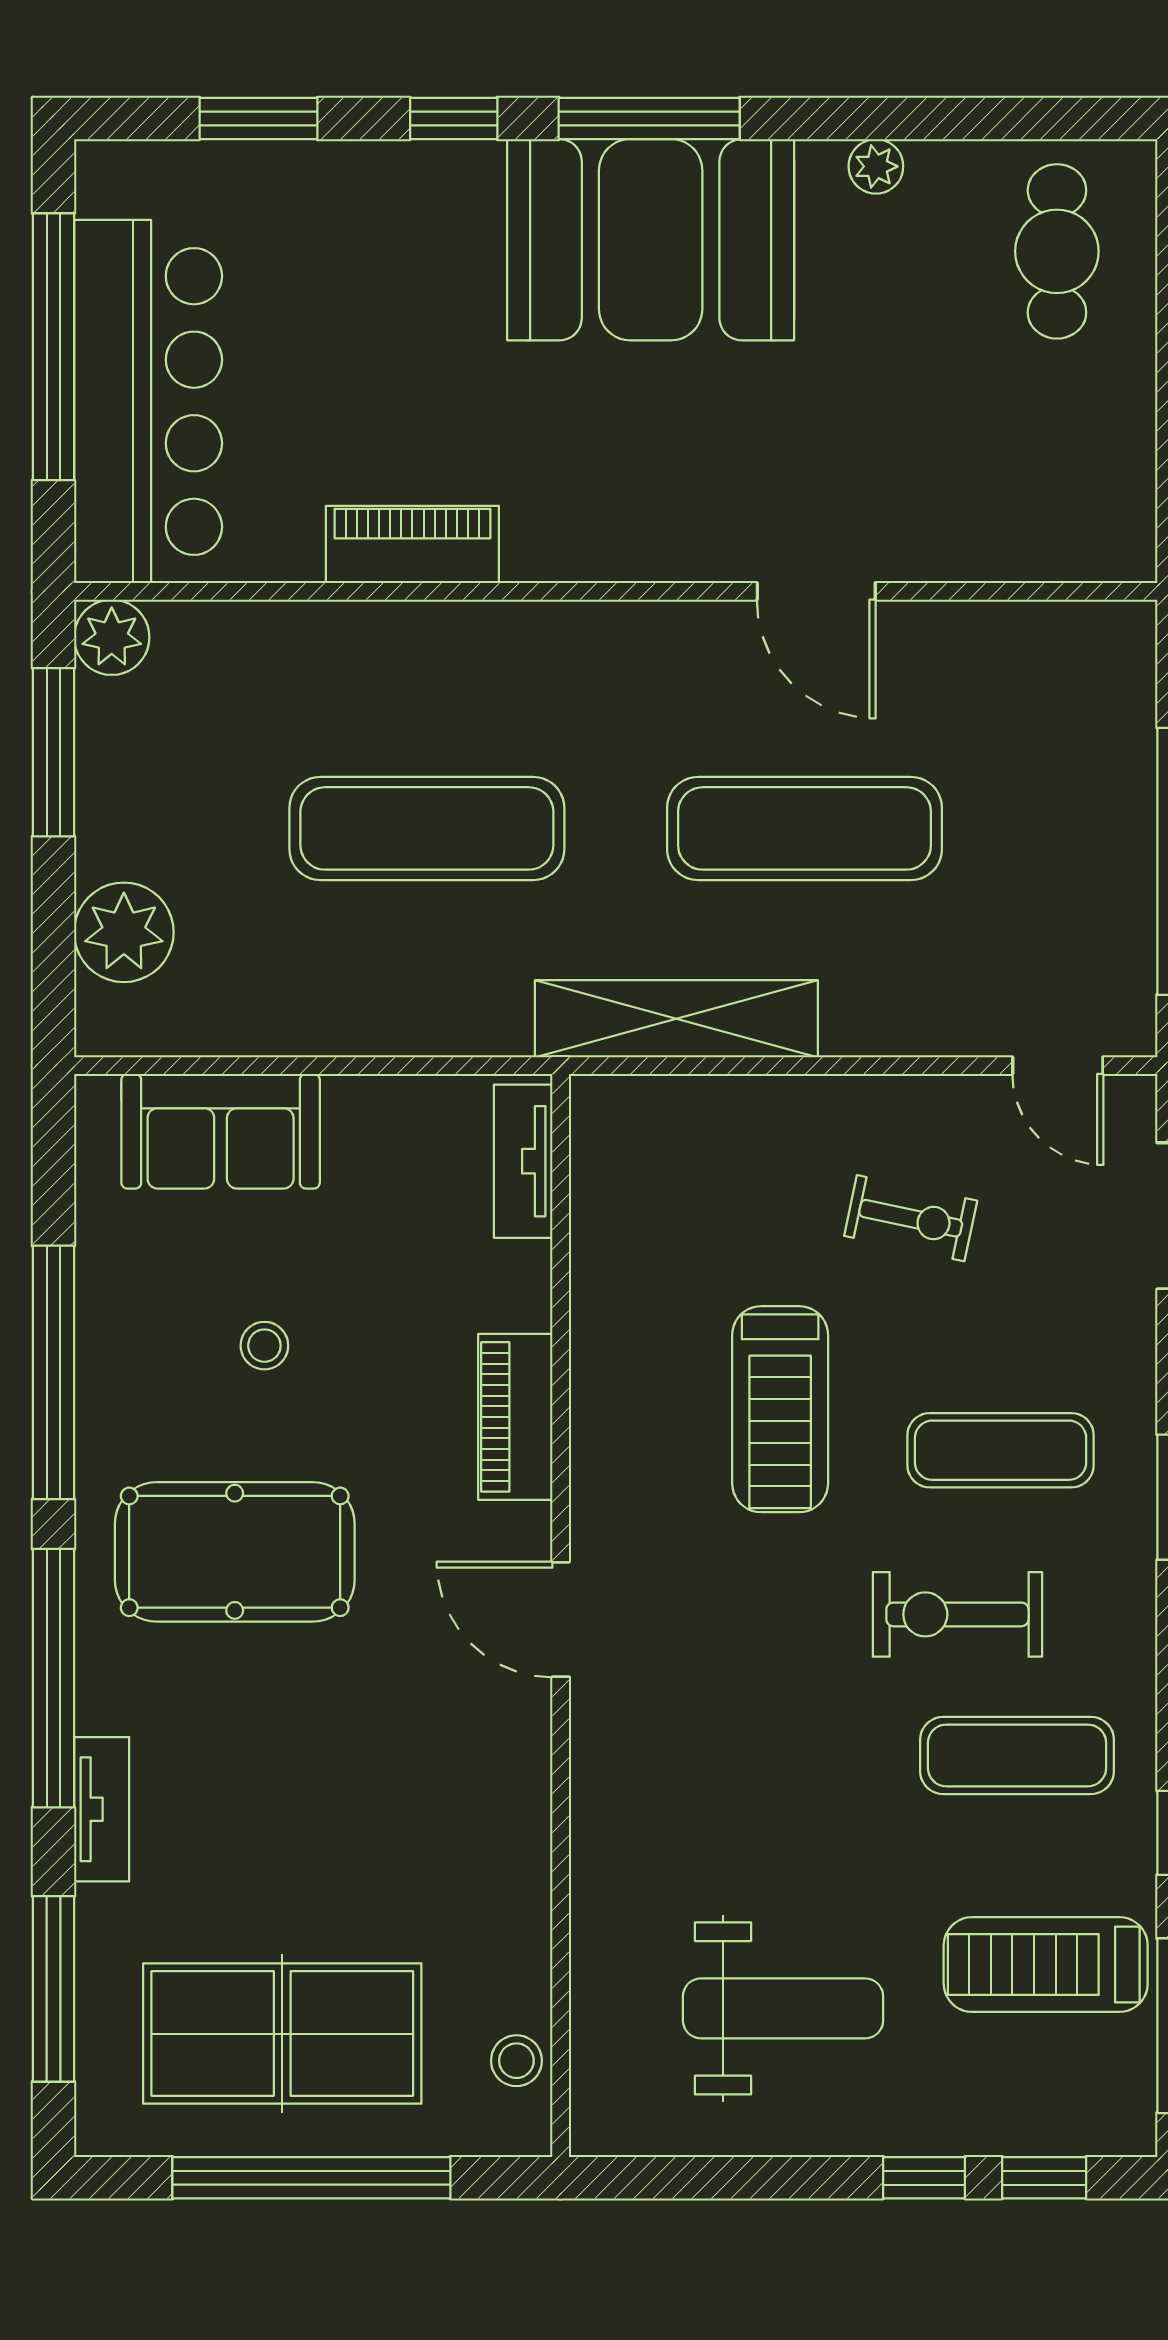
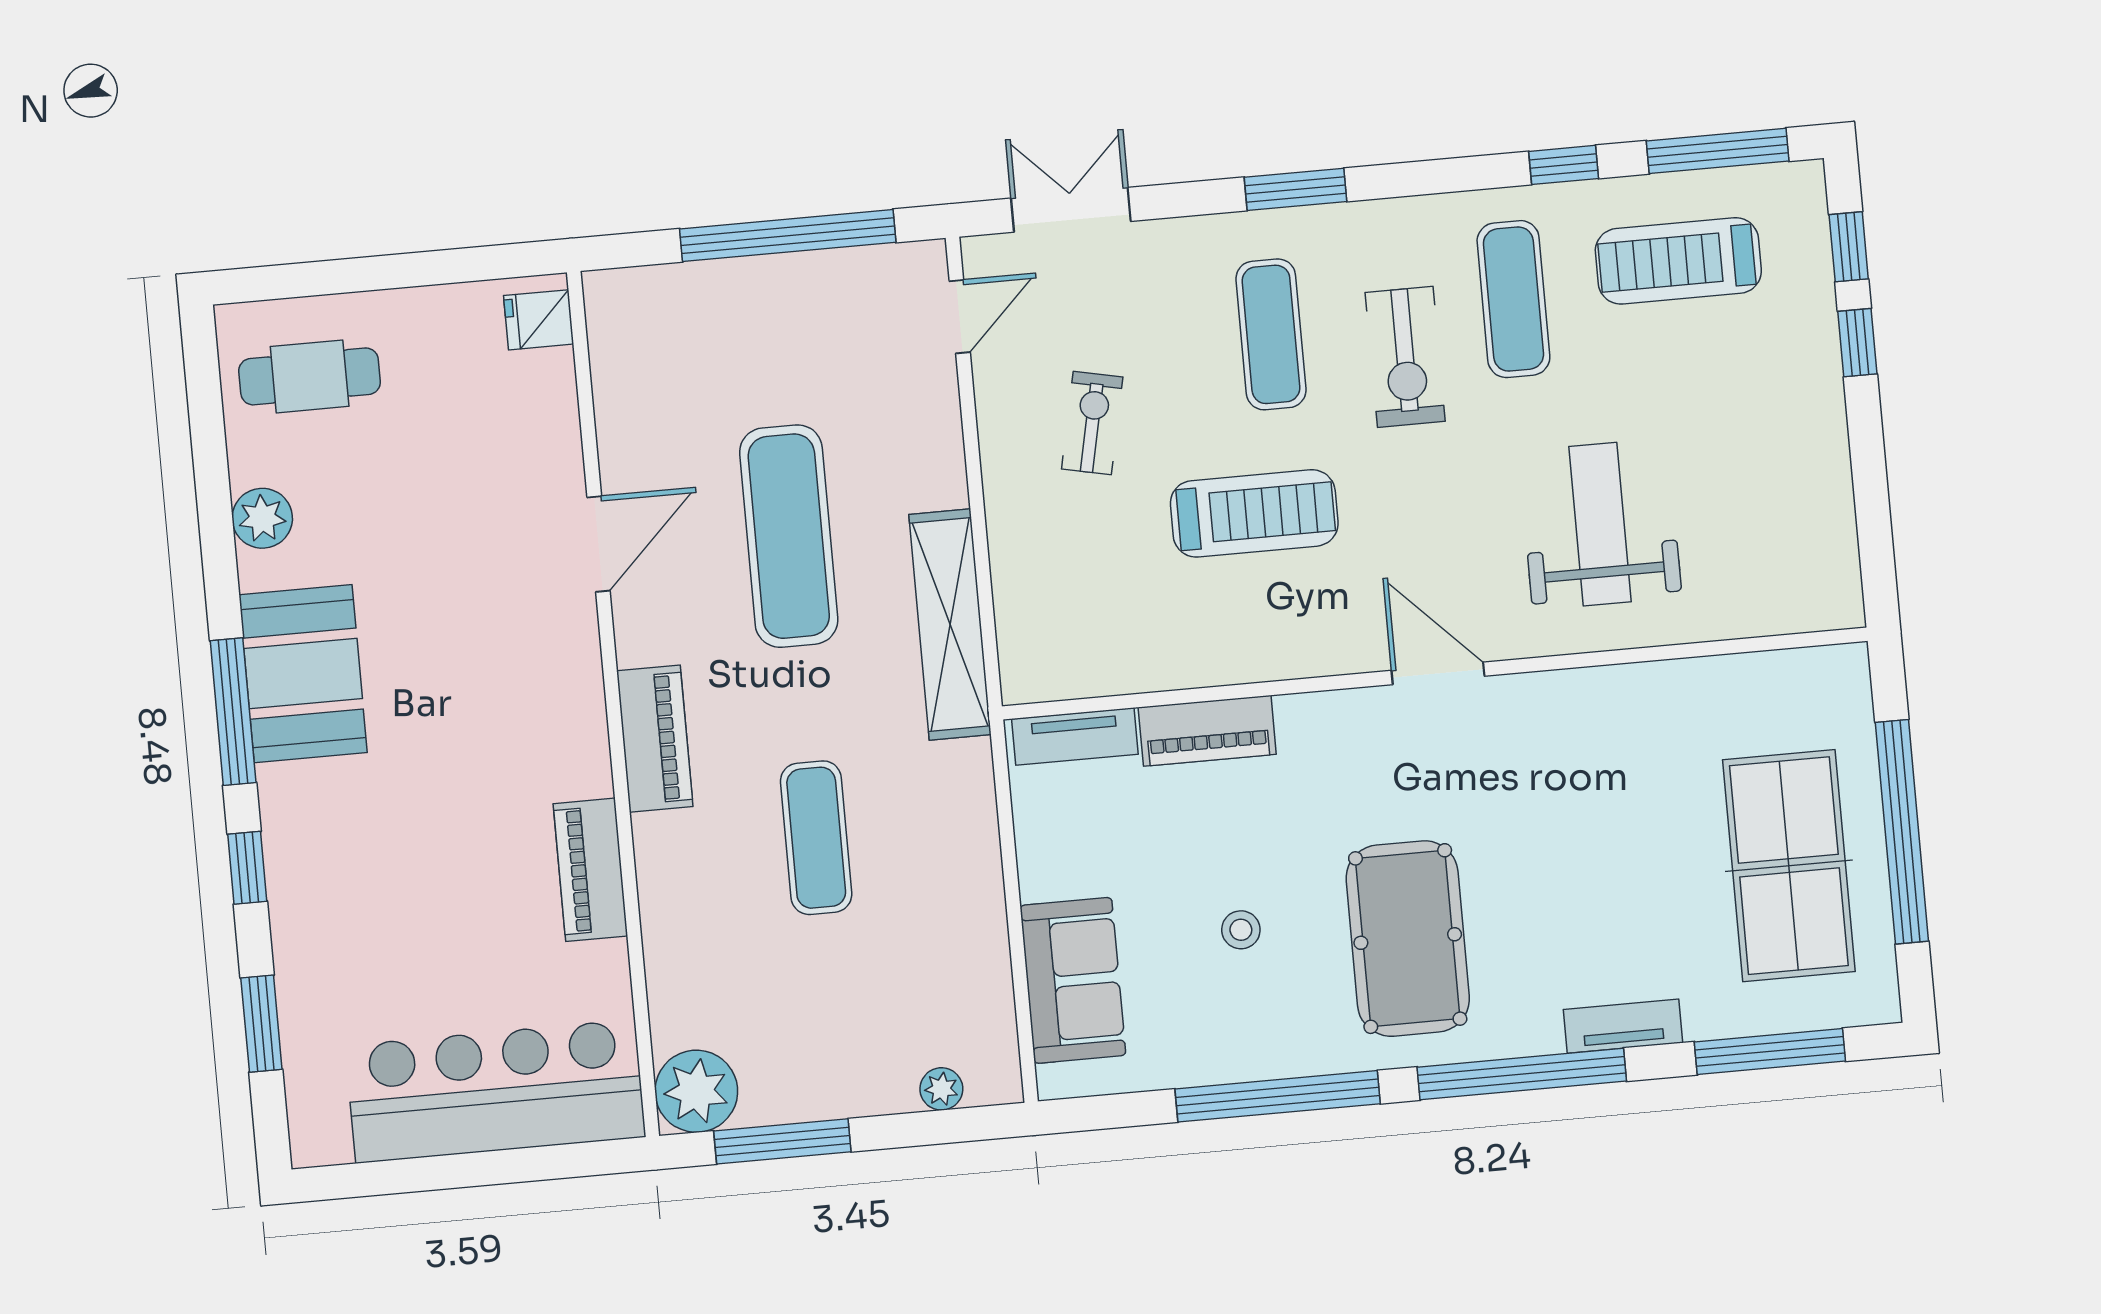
plant: (876, 166) -> (262, 518), width x1.38, depth x1.38
booth: (651, 240) -> (303, 674), width x0.73, depth x0.70
window: (53, 347) -> (459, 1171), removed
fridge: (1101, 542) -> (539, 320), added
plant: (112, 637) -> (696, 1091), width x1.36, depth x1.36
piano: (568, 639) -> (655, 739), added
exercise mat: (427, 828) -> (816, 838), width x0.73, depth x0.69
plant: (124, 932) -> (941, 1089), width x0.53, depth x0.53
piano: (515, 1417) -> (1207, 731), moved
door: (561, 1619) -> (1438, 673), swing flipped
treadmill: (1046, 1965) -> (1678, 261), turned 90
weight bench: (783, 2008) -> (1600, 524), moved
stool: (516, 2061) -> (1794, 677), removed

